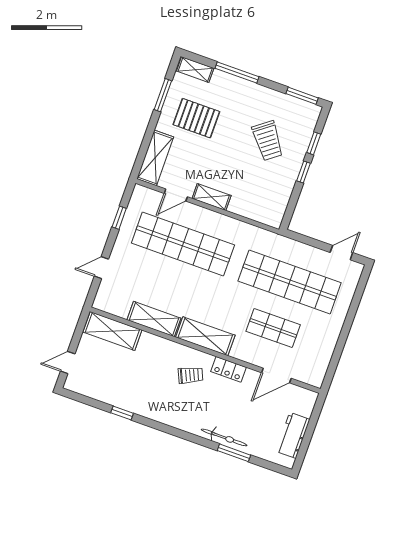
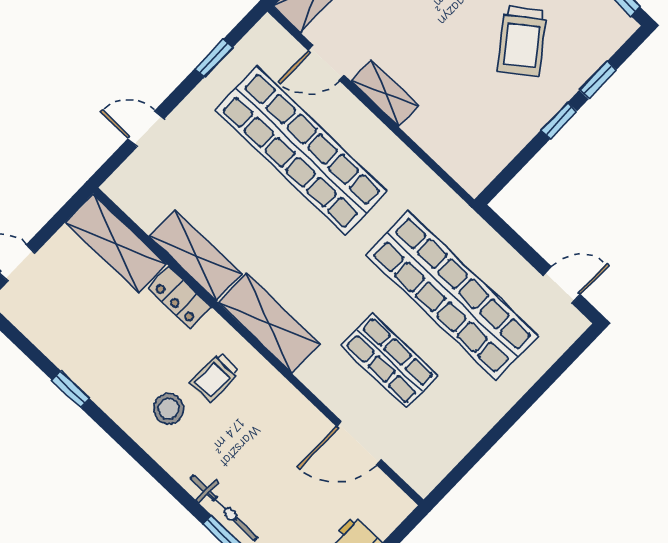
locker: (228, 369) -> (180, 297), moved
trolley: (191, 375) -> (215, 377), turned 114
stool: (175, 401) -> (169, 409), added

